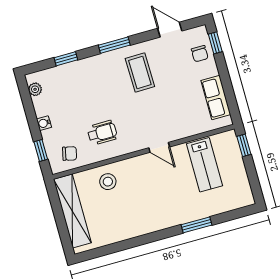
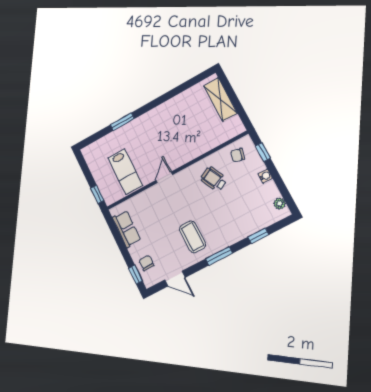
wheelchair: (102, 133) -> (214, 179), turned 64
door: (159, 147) -> (164, 177), hinge flipped
lab bench: (204, 165) -> (125, 172), turned 180
stool: (108, 182) -> (200, 139), removed
shelving: (72, 211) -> (220, 99), width x0.68

